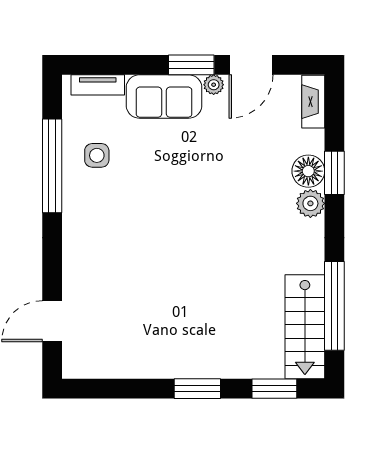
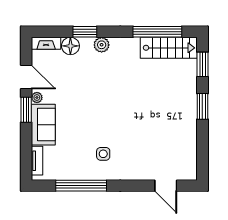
side table: (97, 155) -> (103, 154), moved
floor lamp: (308, 171) -> (70, 46), moved

